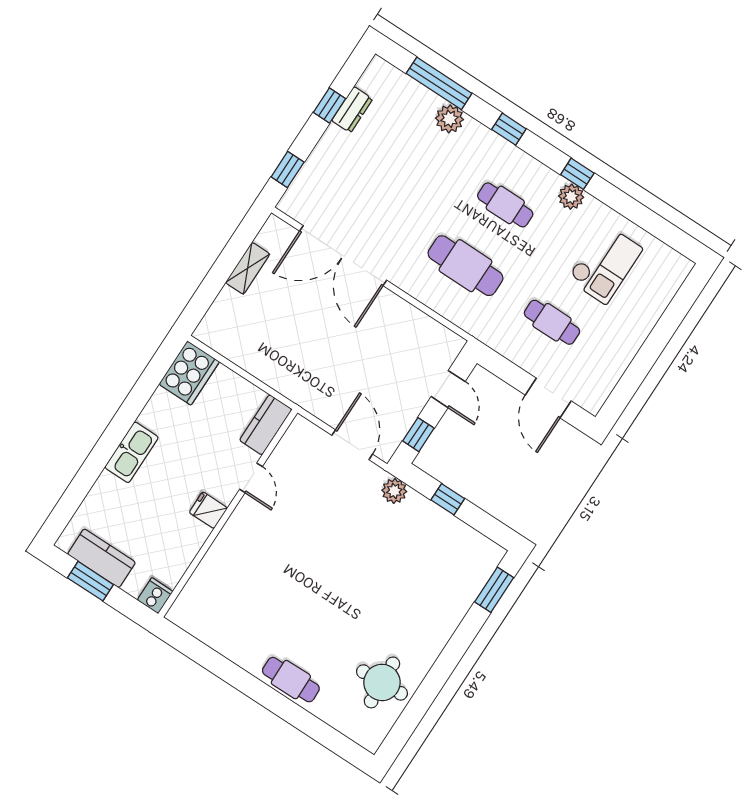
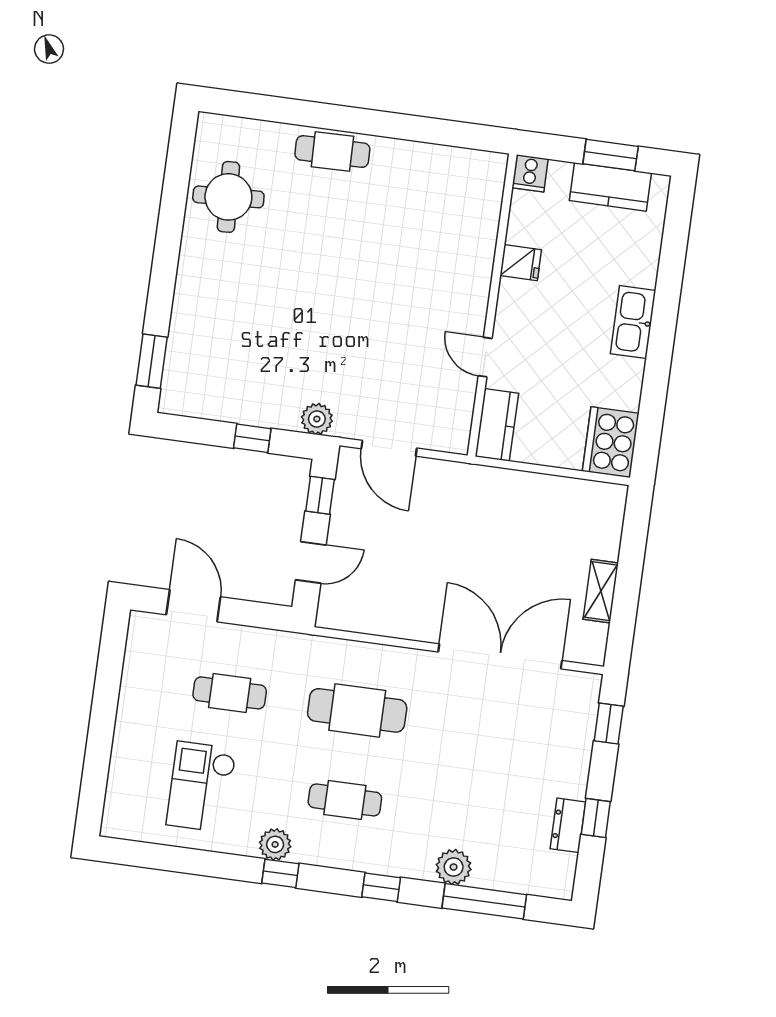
door: (448, 389) -> (311, 562), swing flipped
fridge: (208, 510) -> (521, 263), moved

